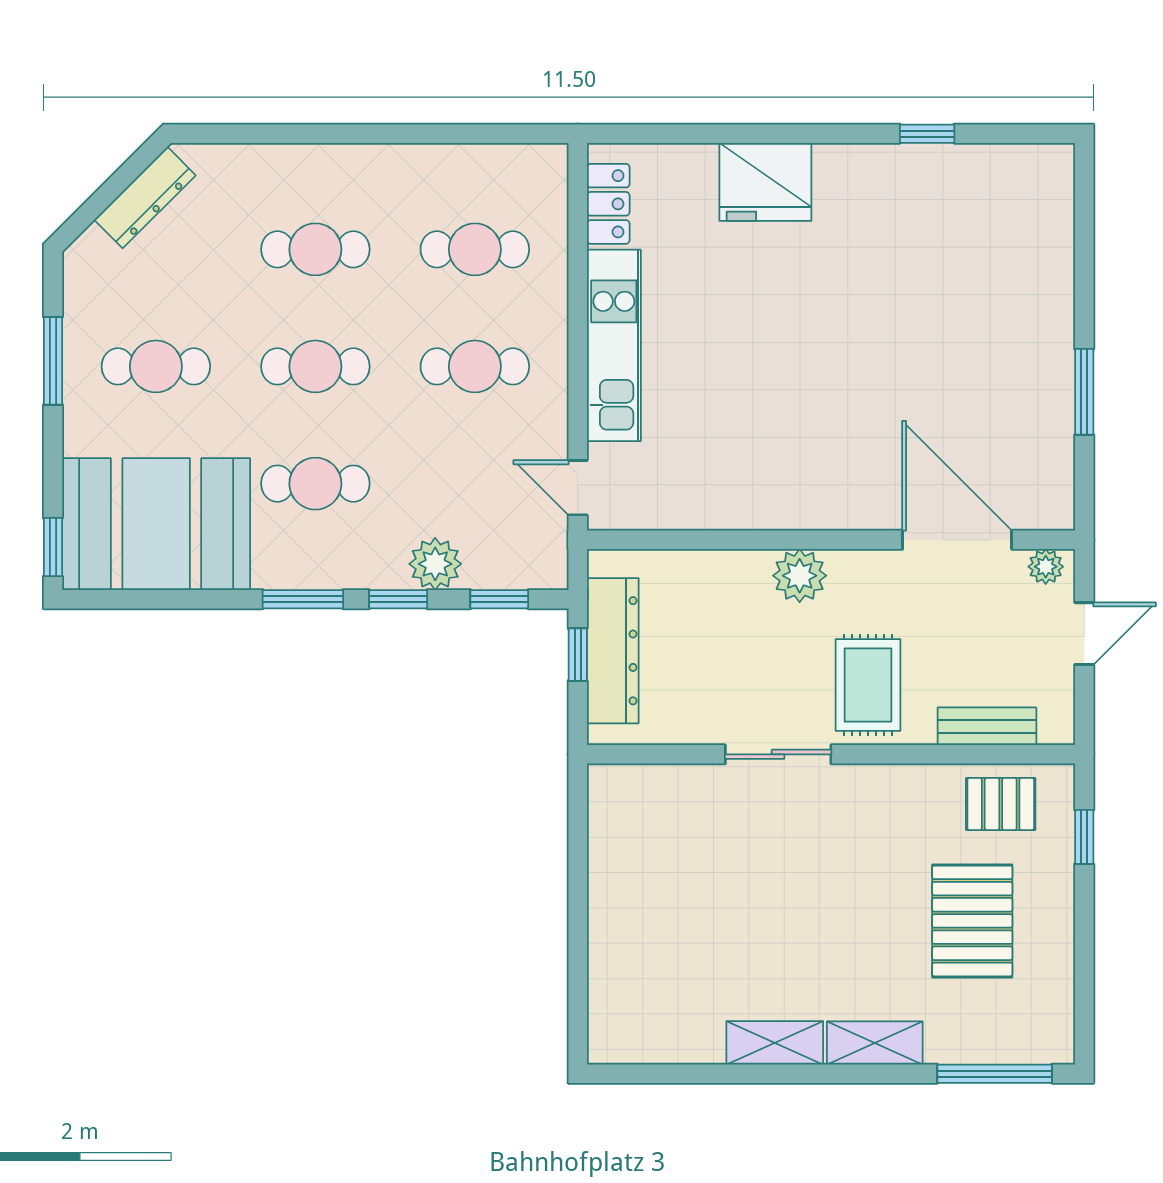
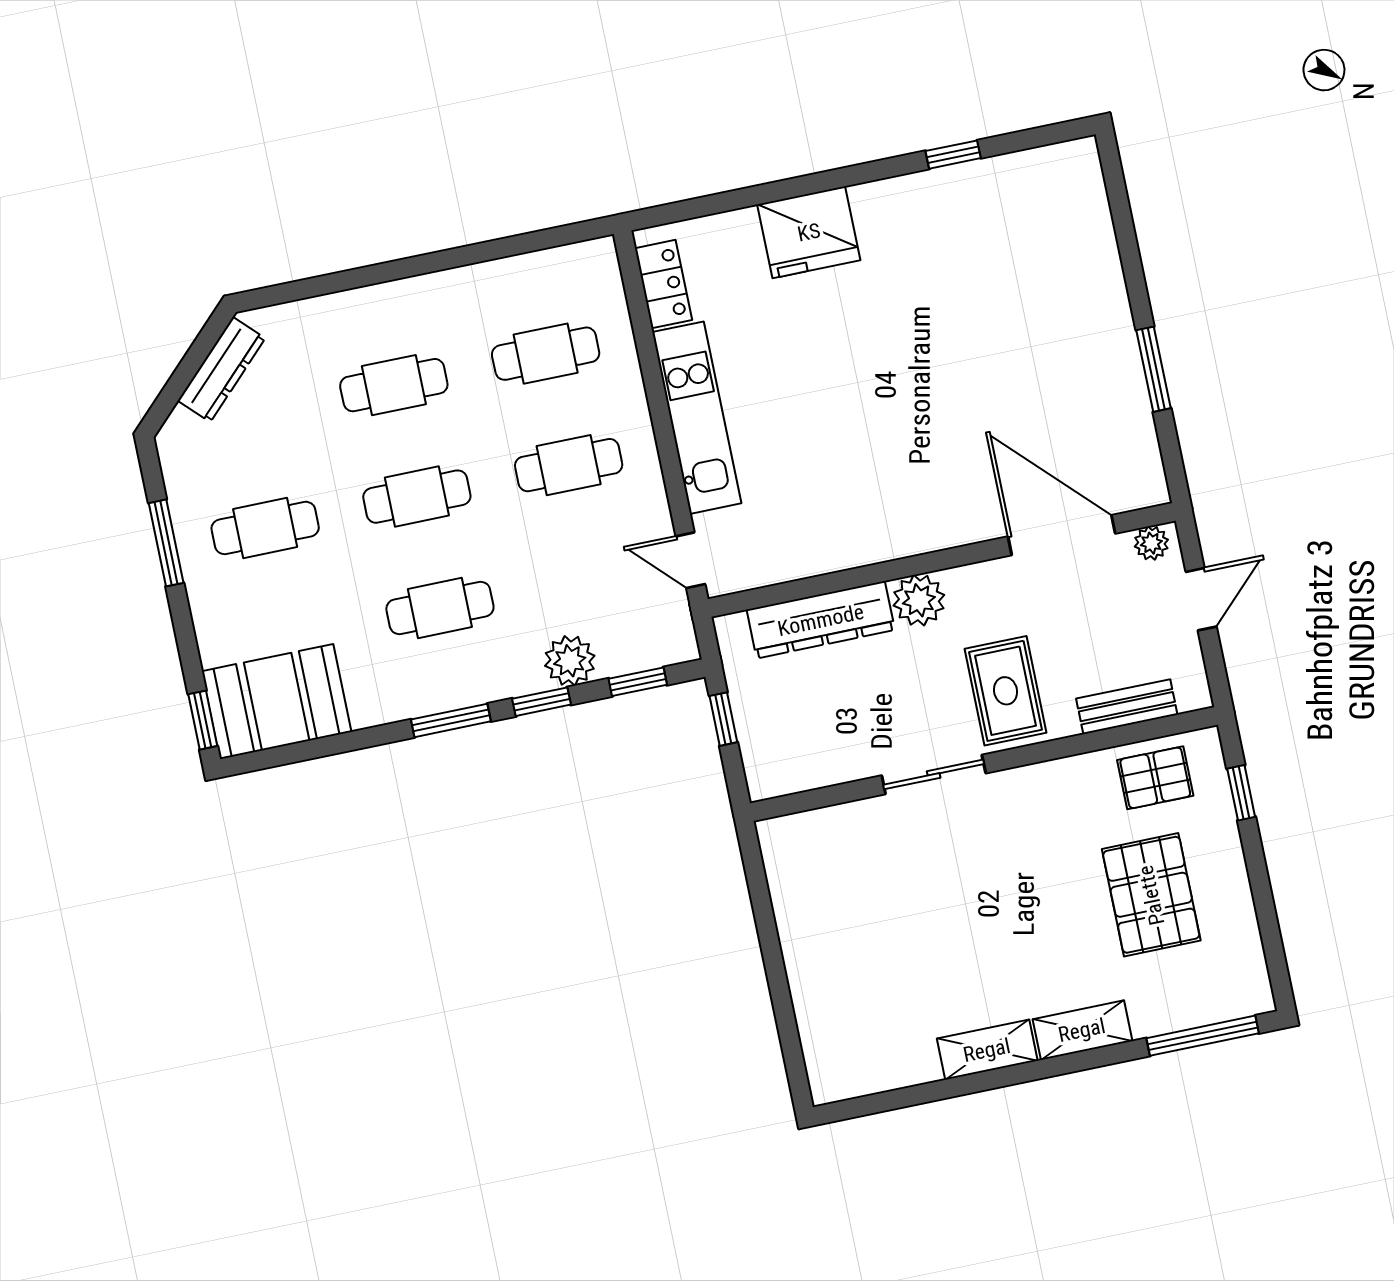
booth: (156, 524) -> (277, 702), width x0.73, depth x0.70
dresser: (613, 651) -> (821, 620), moved, turned 90

